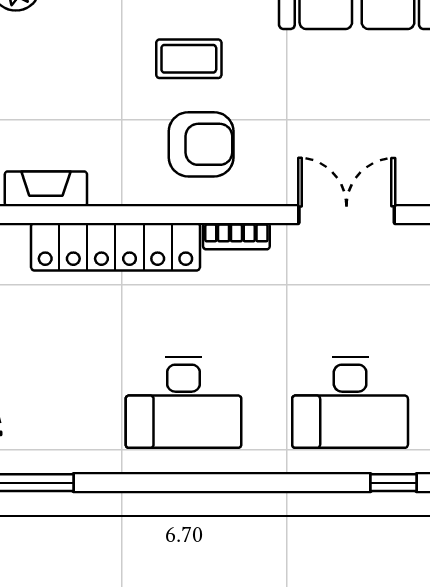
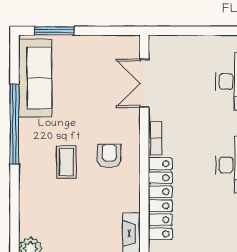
armchair: (201, 144) -> (109, 156), width x0.72, depth x0.72

